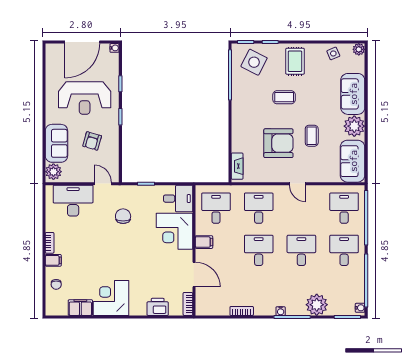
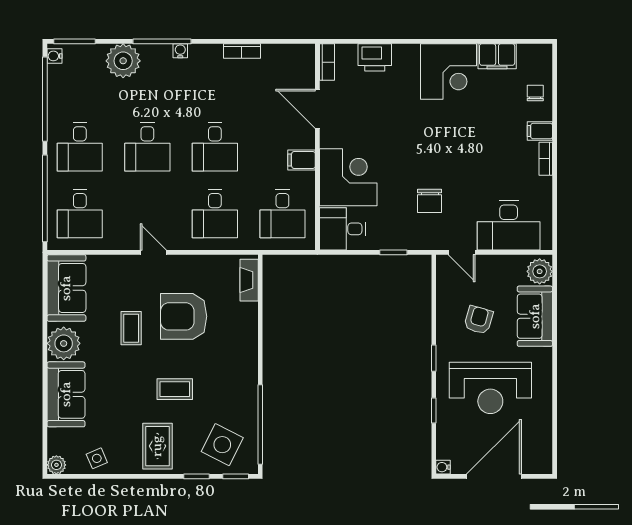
reception desk: (85, 98) -> (490, 388), turned 180

